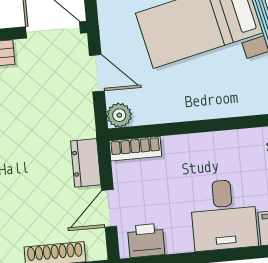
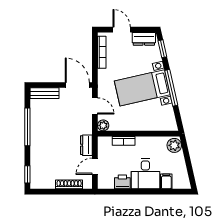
bookcase: (135, 149) -> (124, 141), moved
printer: (146, 240) -> (122, 182), moved

